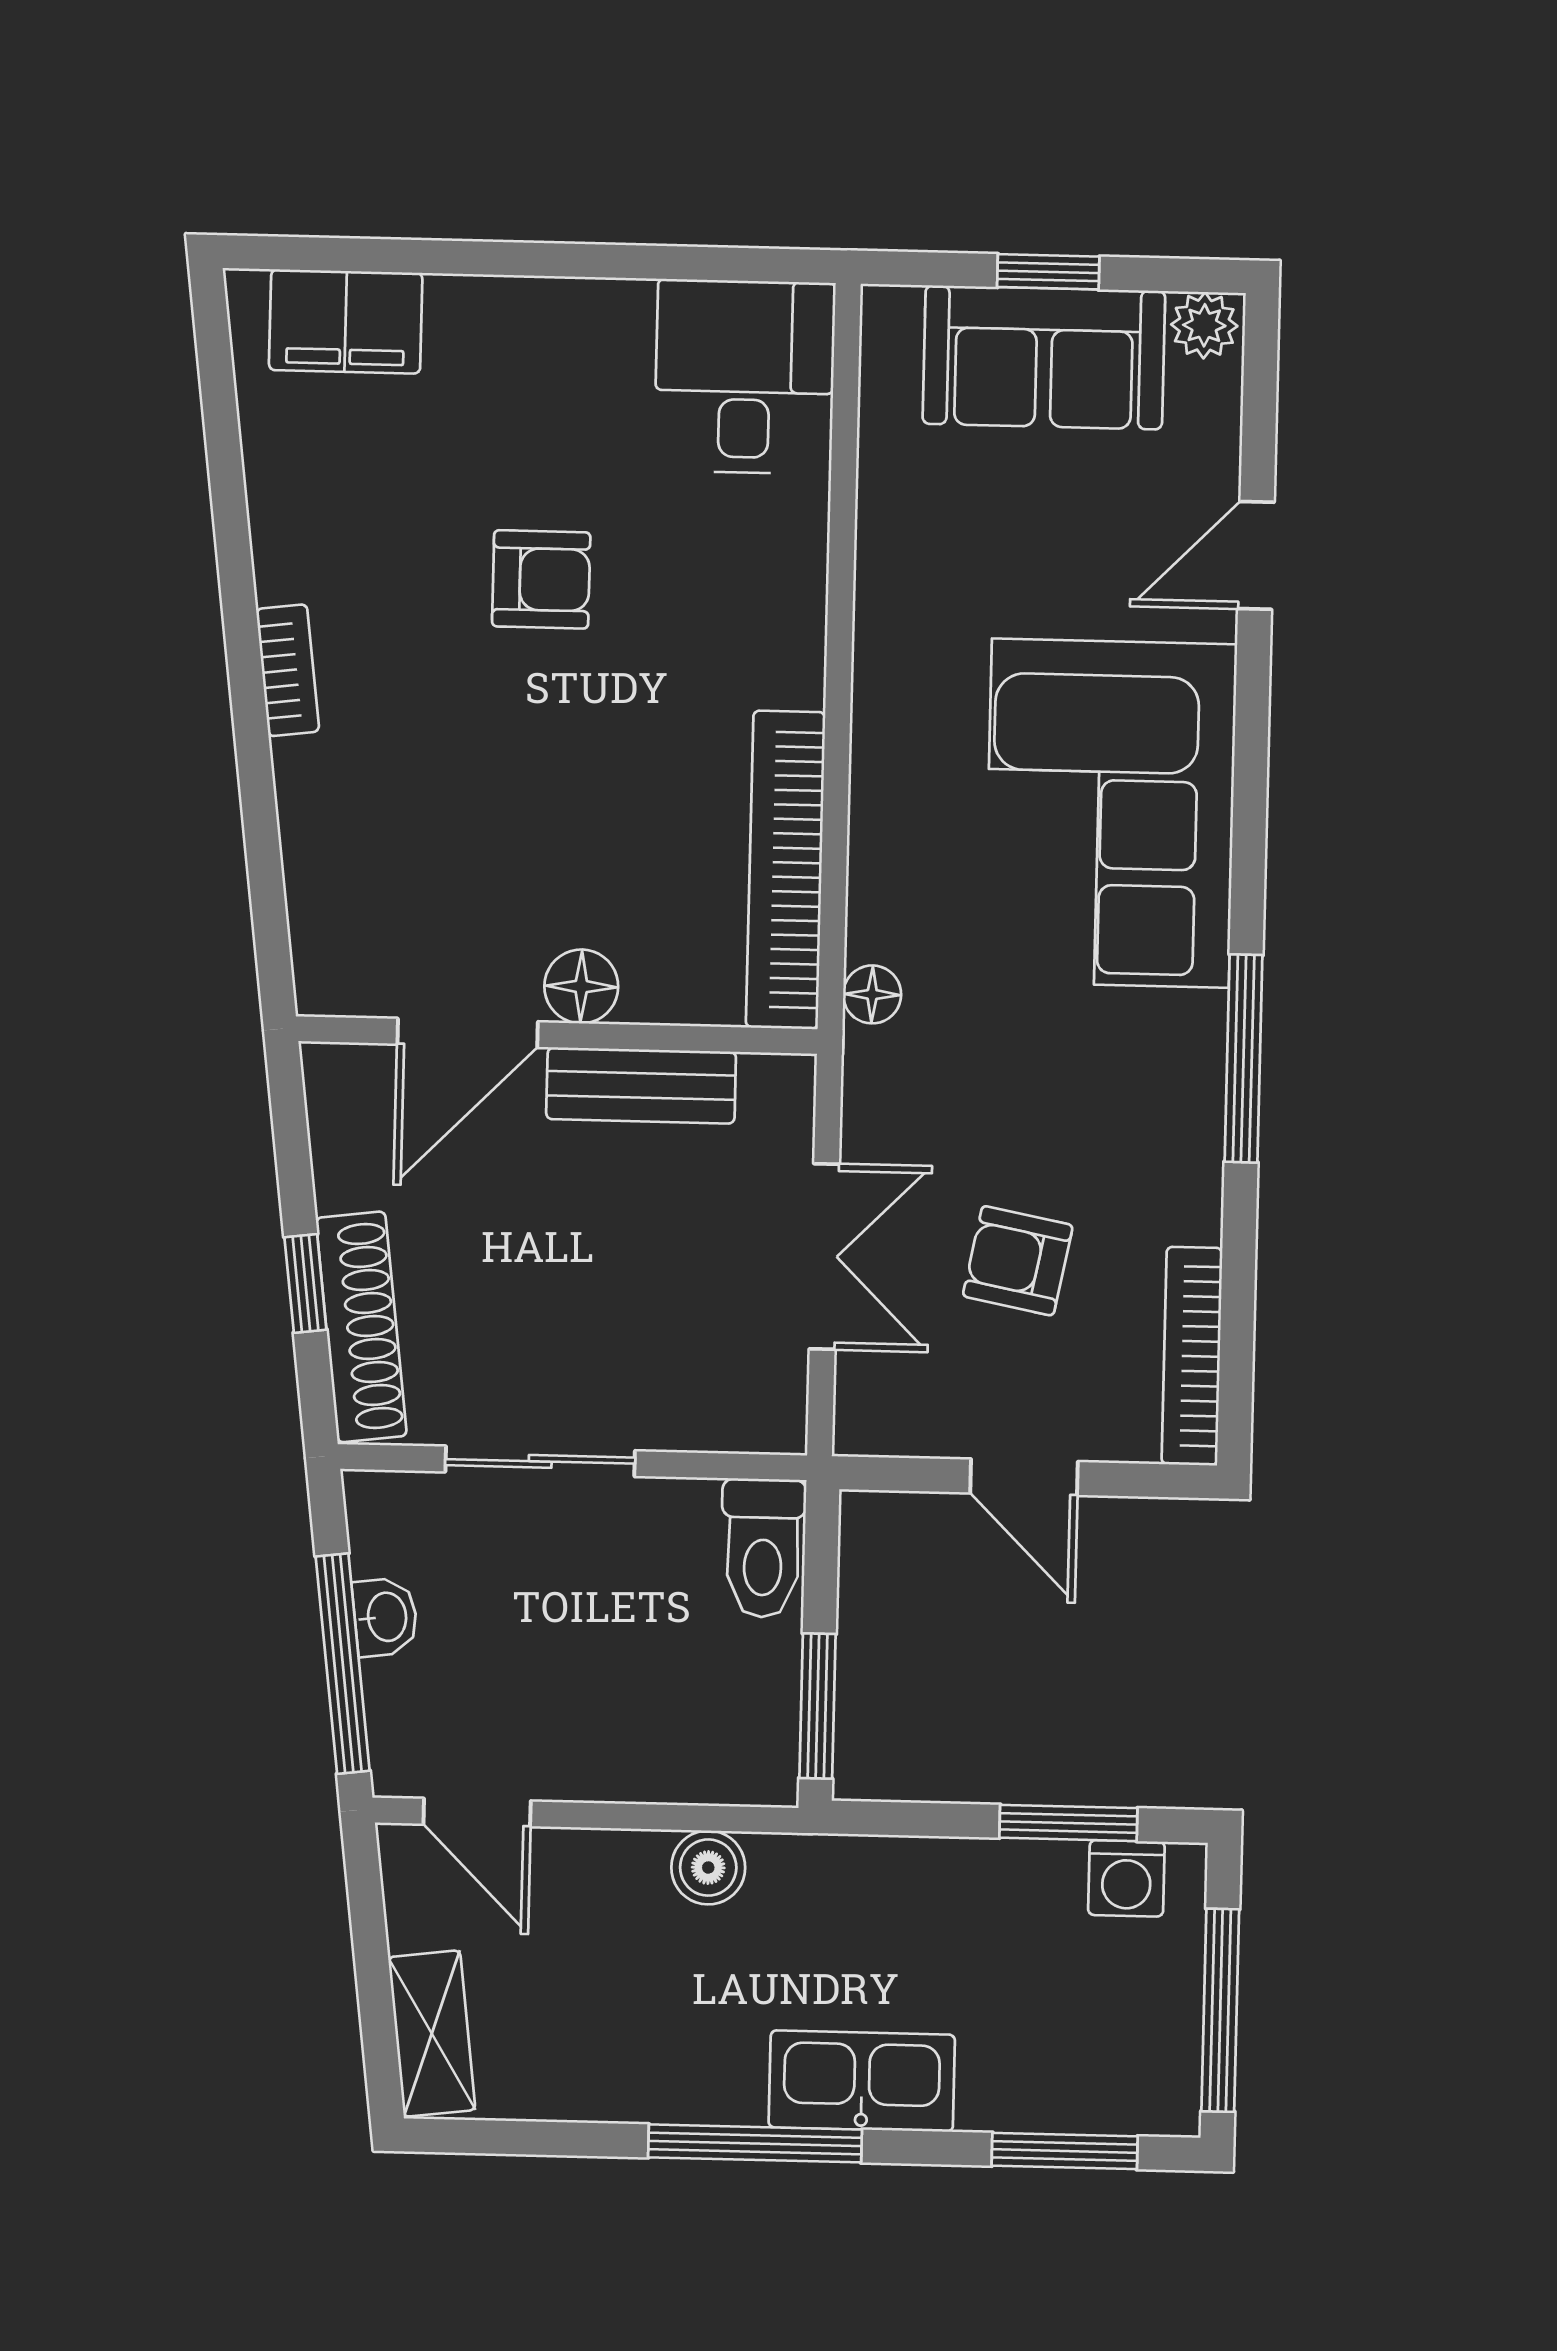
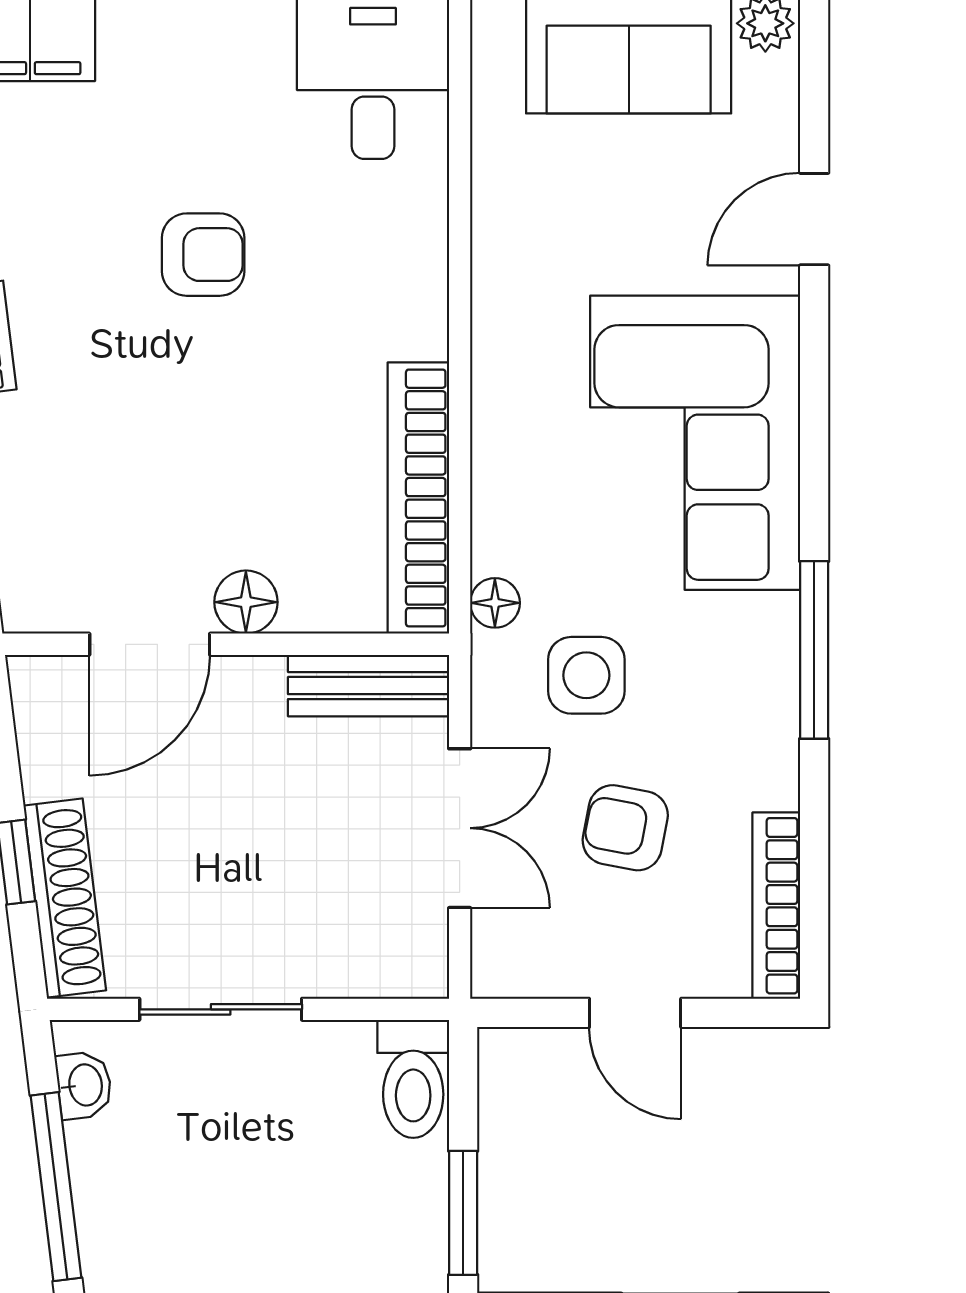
side table: (977, 1082) -> (586, 675), added
bench: (641, 1085) -> (368, 686), moved
washbasin: (385, 1617) -> (84, 1085), moved

